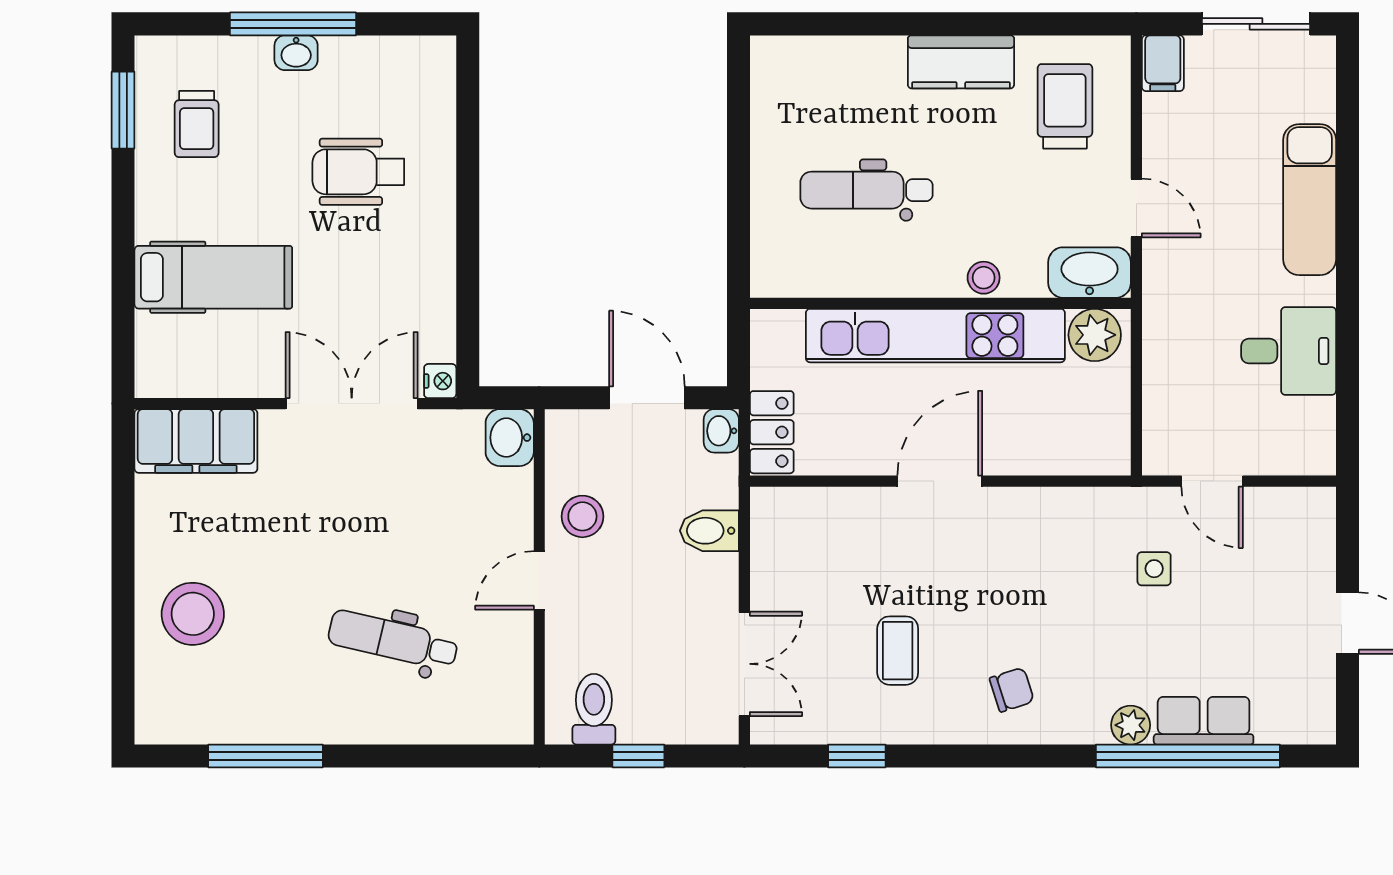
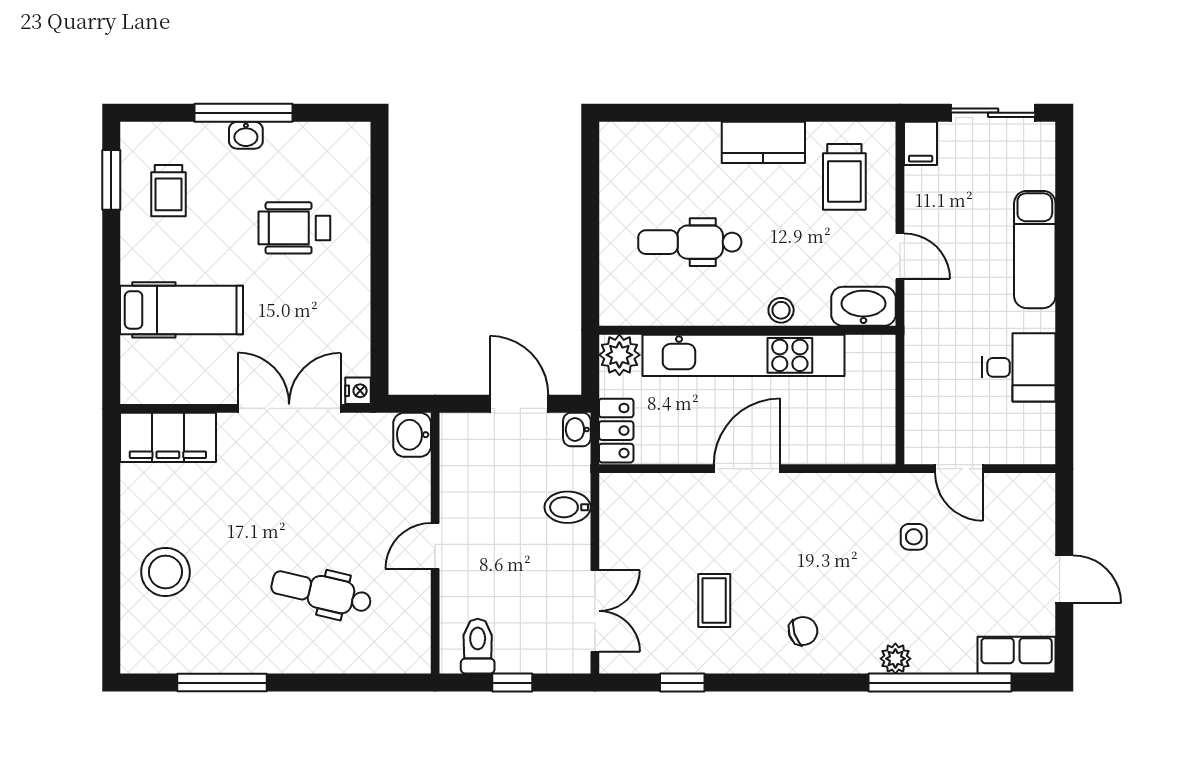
trolley: (1065, 106) -> (844, 177), turned 180
plant: (1095, 335) -> (619, 355), moved
stool: (582, 516) -> (469, 496), removed
row of seats: (1204, 721) -> (1017, 655), moved

